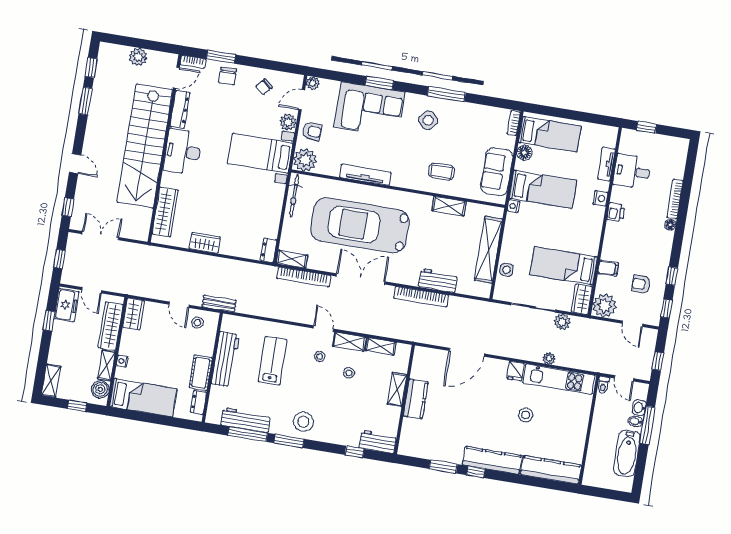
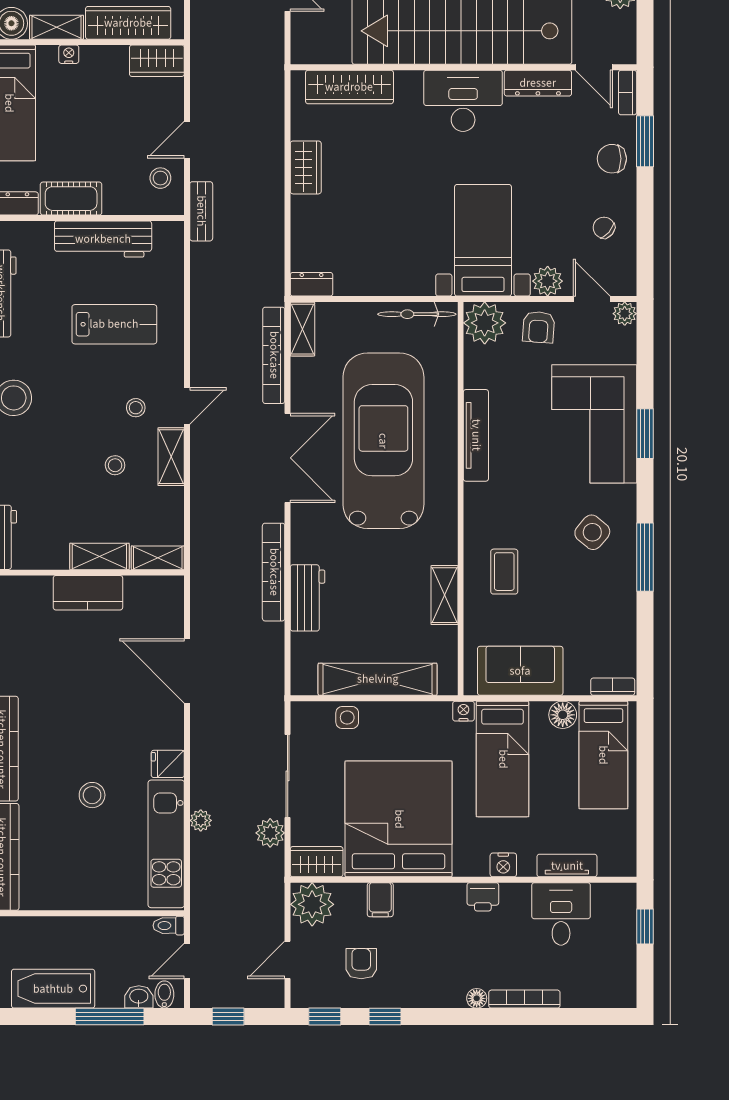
bed: (564, 266) -> (399, 819), width x2.04
shelving: (381, 346) -> (158, 558), moved, turned 90
bidet: (636, 421) -> (164, 994), moved

